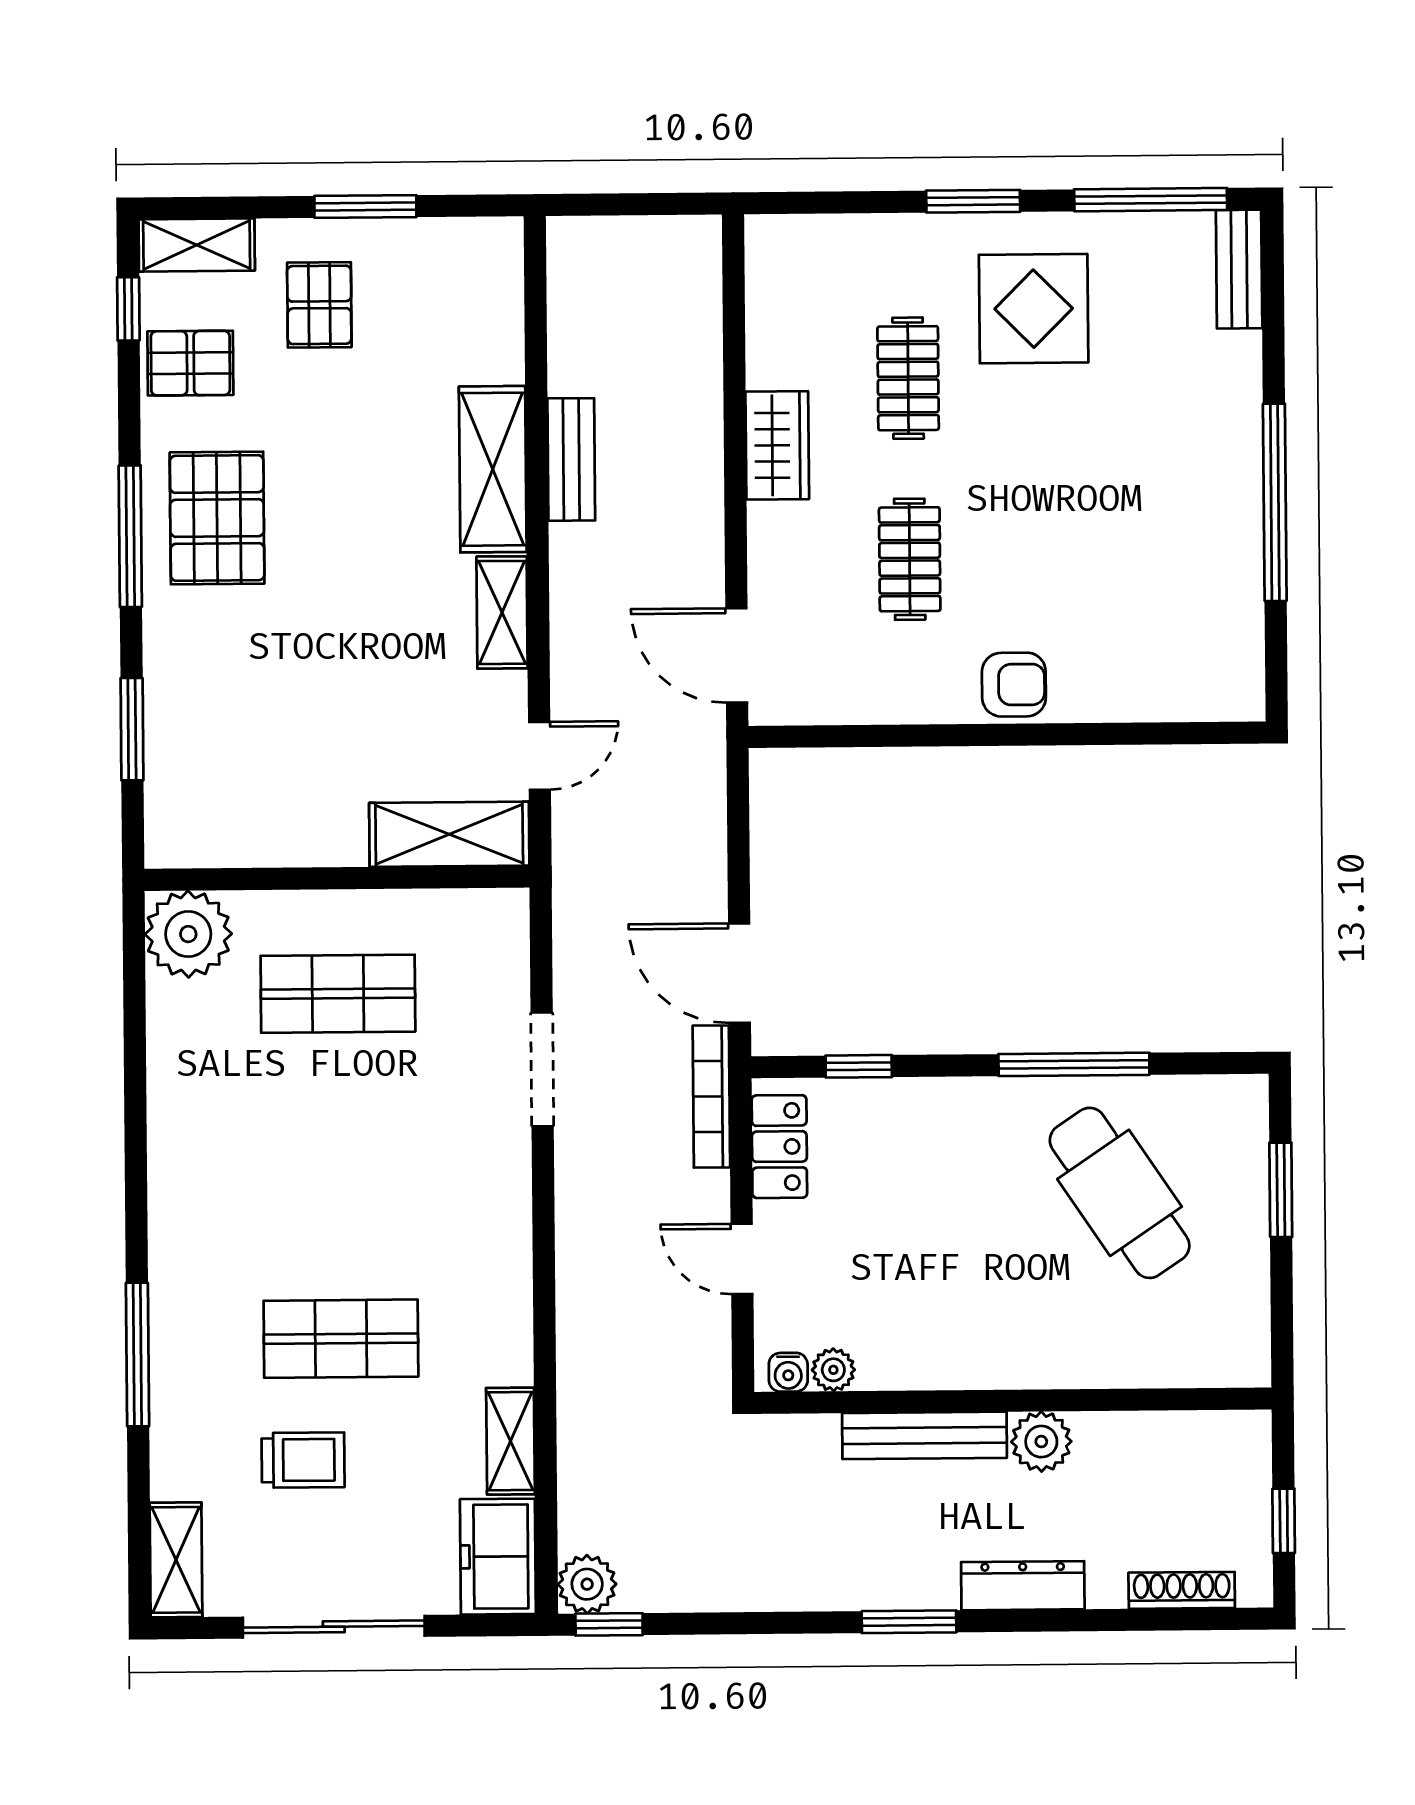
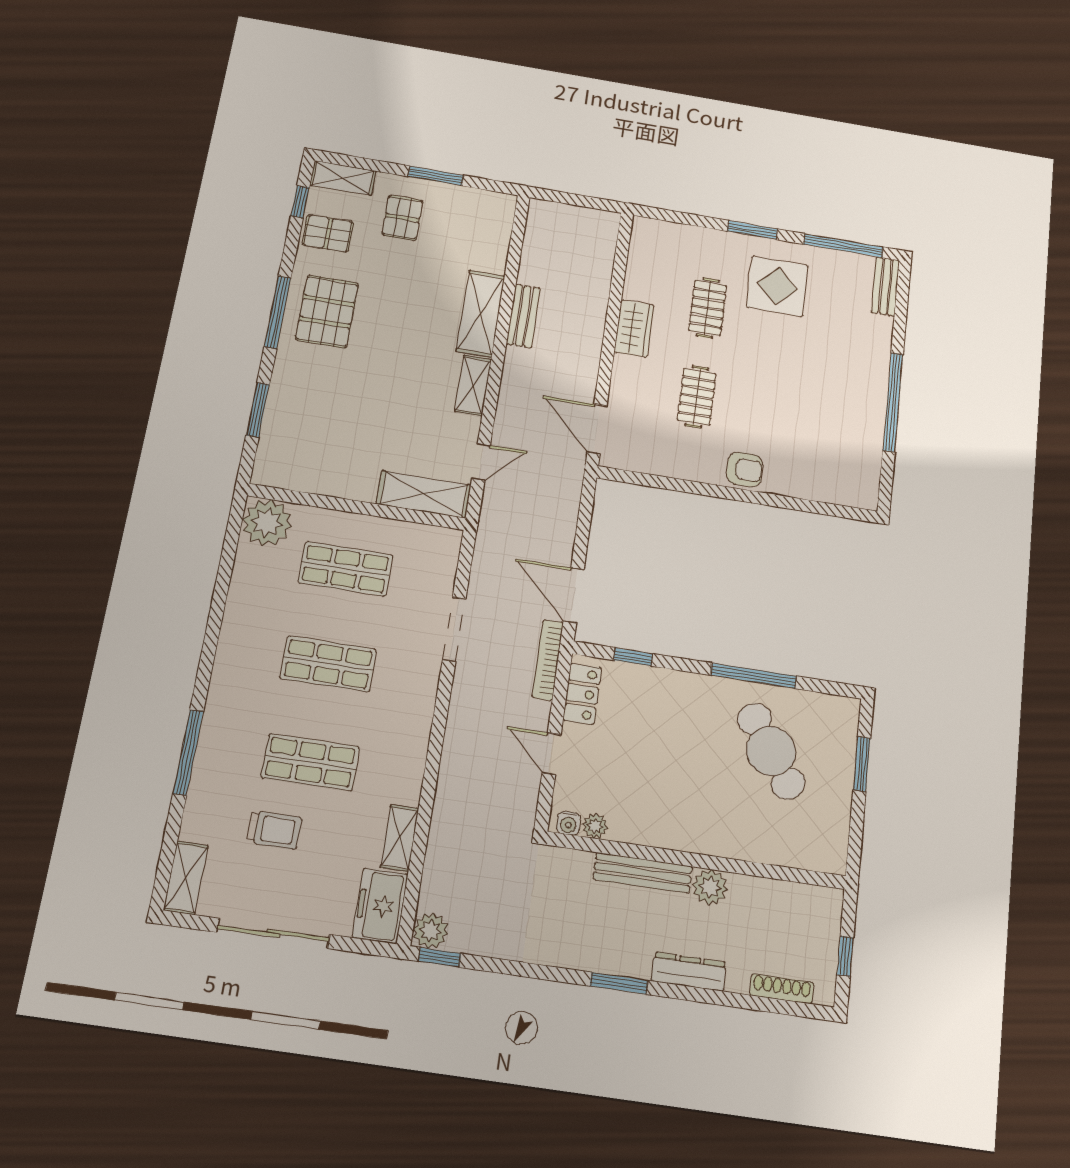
shop shelf: (339, 1166) -> (328, 664), added

